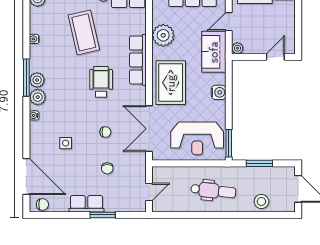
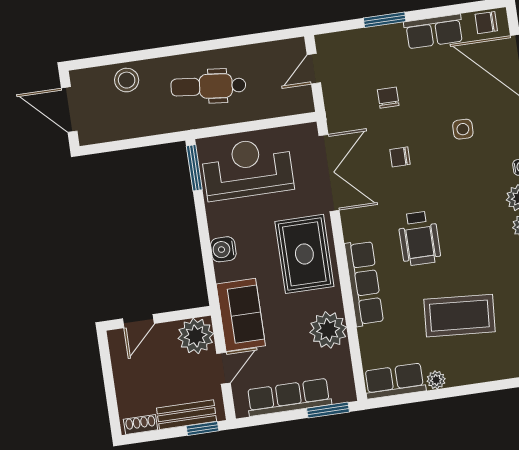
coffee table: (84, 32) -> (459, 316), turned -73
plant: (237, 48) -> (196, 336), width x1.88, depth x1.88
window: (259, 163) -> (139, 142), removed
row of seats: (86, 204) -> (434, 31), moved

